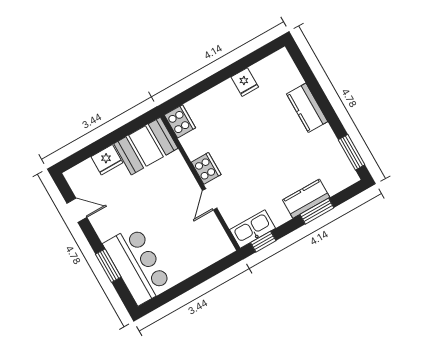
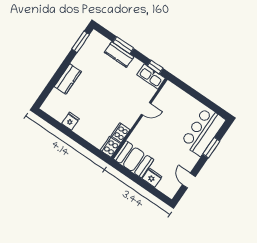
cooker: (206, 168) -> (120, 133), moved

